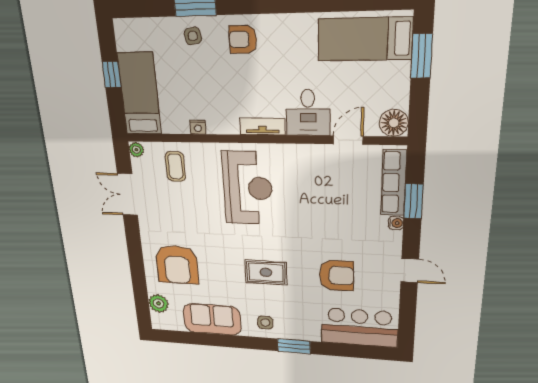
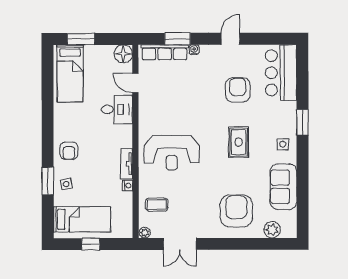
bed: (140, 94) -> (82, 219), moved, turned 180
tv unit: (262, 127) -> (127, 164), moved
reception desk: (248, 188) -> (172, 153), turned 180
armchair: (177, 265) -> (236, 211), turned -90

